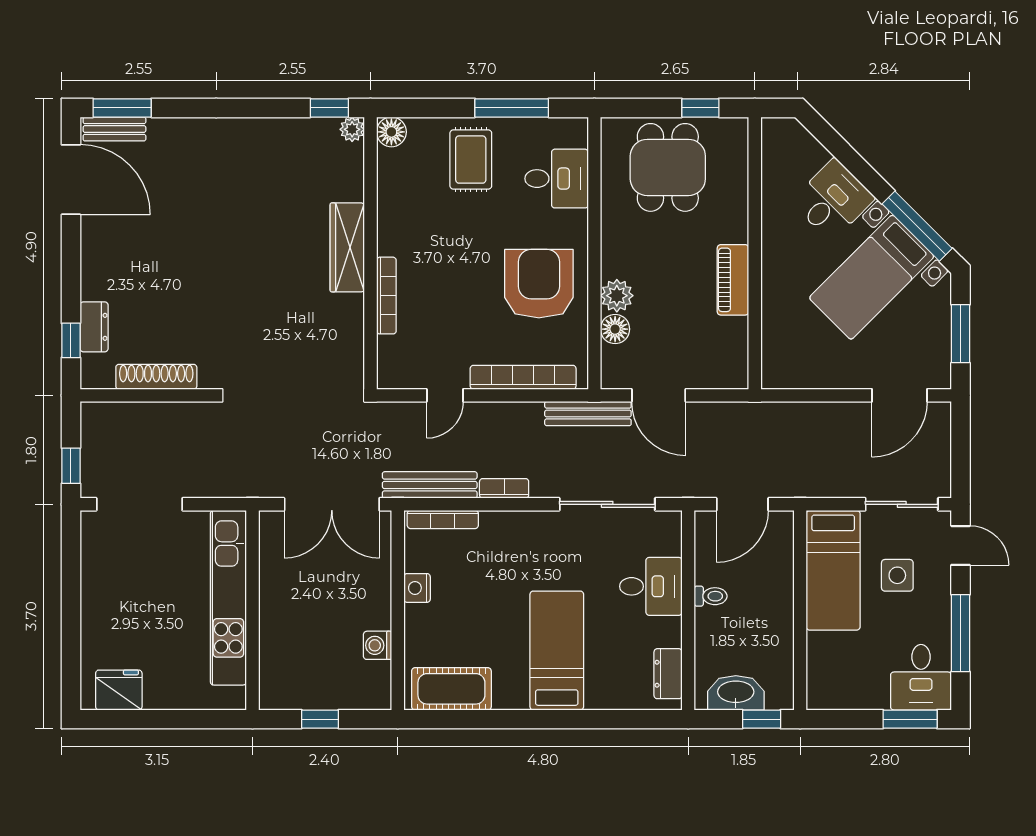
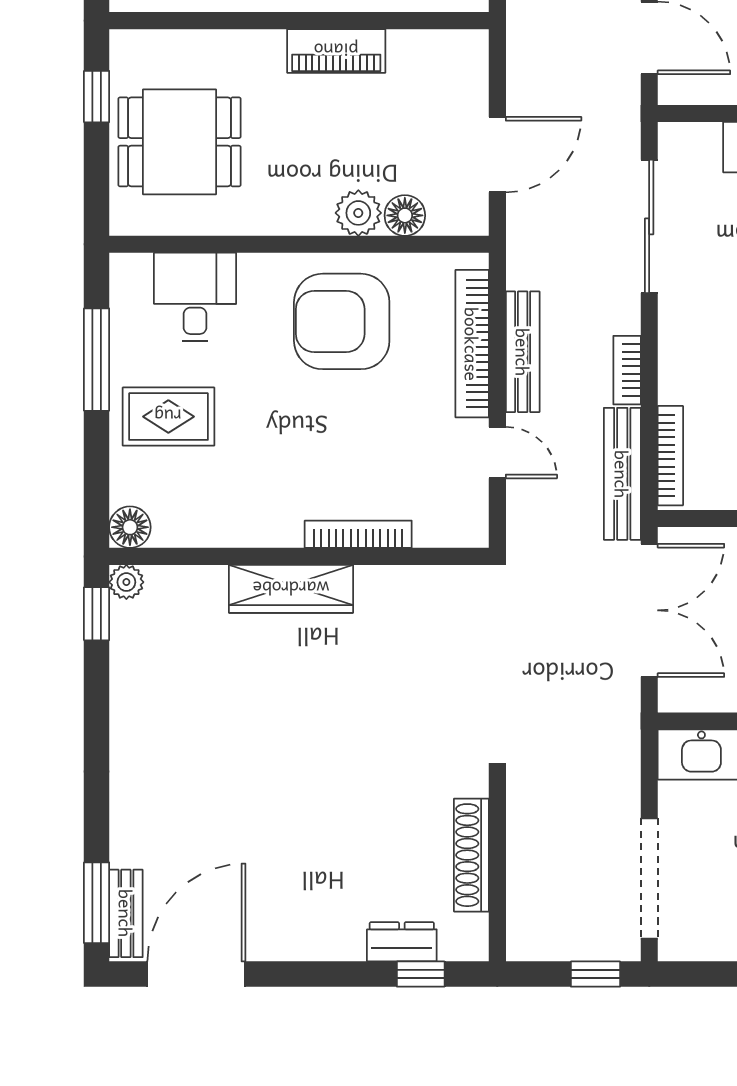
bench: (588, 414) -> (523, 352), moved

